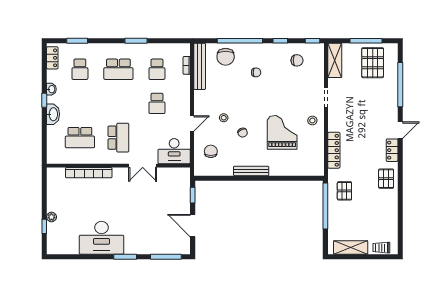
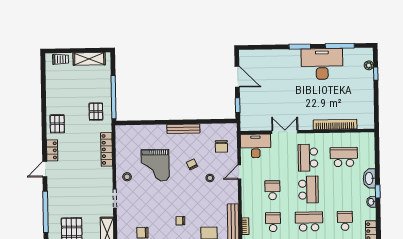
school desk: (118, 103) -> (308, 190), added
plant: (51, 217) -> (369, 65), moved
window: (166, 257) -> (340, 46), moved

